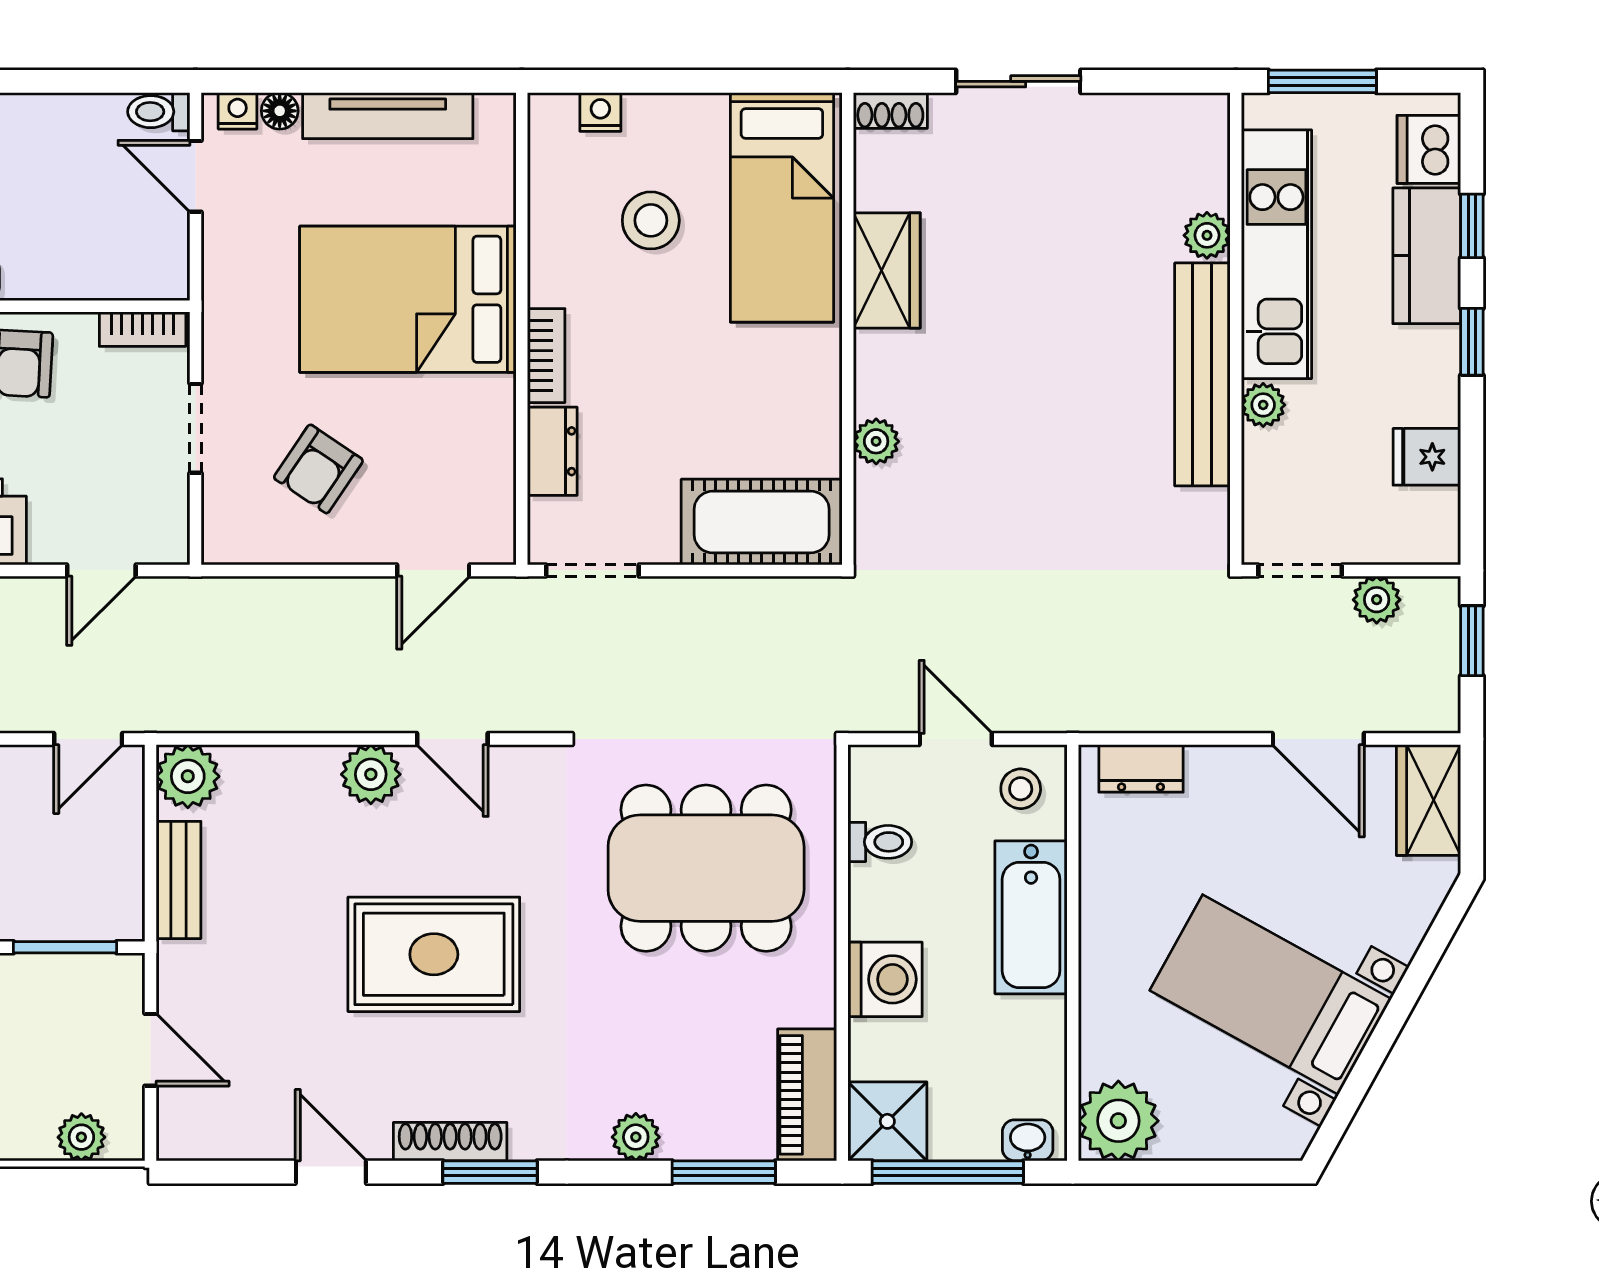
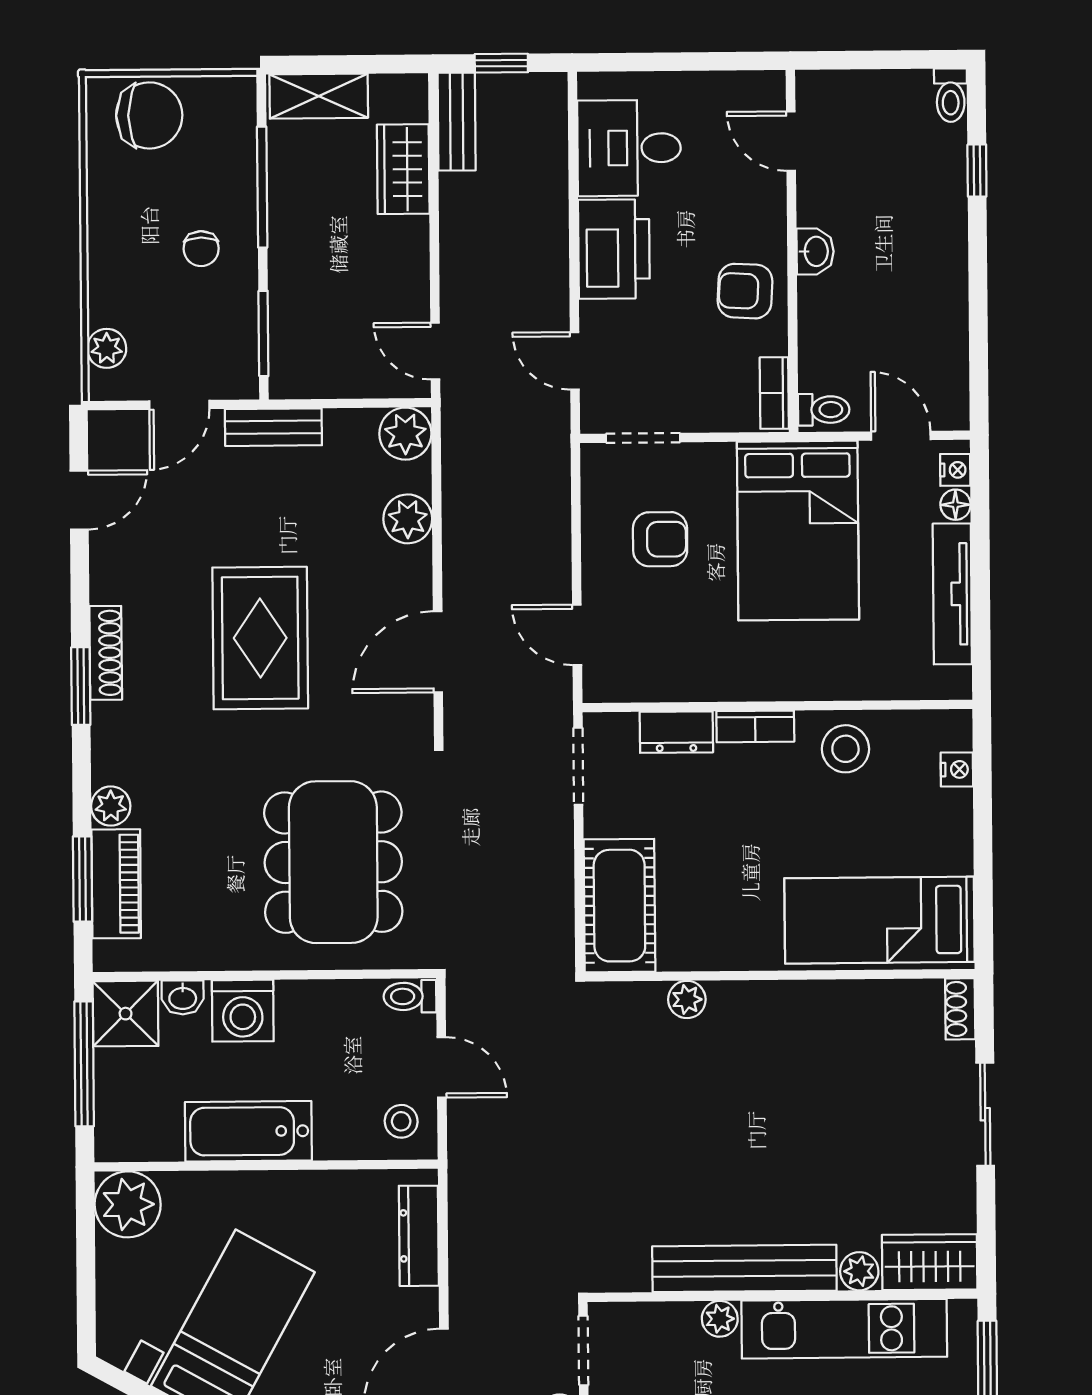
toilet: (159, 112) -> (824, 410), moved, turned 90
door: (196, 176) -> (901, 436), hinge flipped
stool: (651, 220) -> (845, 749), moved
wardrobe: (887, 270) -> (930, 1262), moved, turned 180
bed: (408, 299) -> (798, 531), moved, turned 180
doorway: (196, 428) -> (643, 438), moved
armchair: (318, 469) -> (660, 539), turned 146
door: (452, 739) -> (438, 652), width x1.38
door: (956, 739) -> (442, 1067), hinge flipped
dresser: (1141, 768) -> (419, 1236), width x1.44
plant: (371, 774) -> (408, 519), moved
toilet: (880, 842) -> (410, 996), moved, turned 90
bench: (179, 880) -> (273, 427), moved
bathtub: (1031, 917) -> (248, 1131), moved
piano: (807, 1095) -> (116, 884), moved, turned 90
washbasin: (1028, 1140) -> (183, 997), moved, turned 90
door: (331, 1172) -> (79, 500), moved

